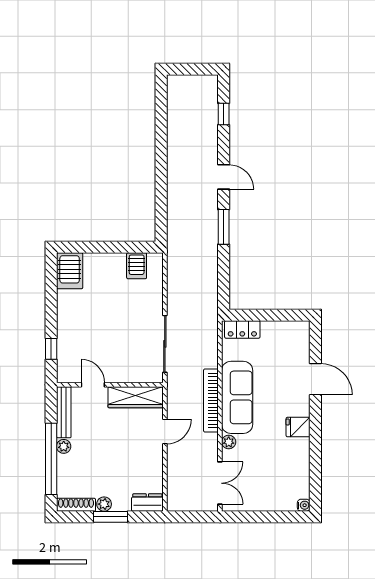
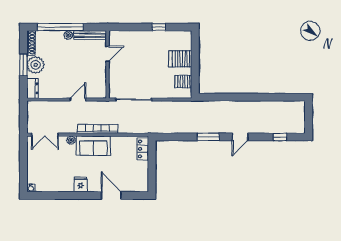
server rack: (70, 271) -> (180, 59), moved
window: (51, 349) -> (159, 27), moved
door: (315, 379) -> (111, 195), swing flipped
wardrobe: (136, 397) -> (100, 81), removed
sofa: (237, 397) -> (93, 146), width x0.73
door: (165, 431) -> (78, 100), swing flipped
plant: (104, 504) -> (36, 65), width x1.88, depth x1.88

